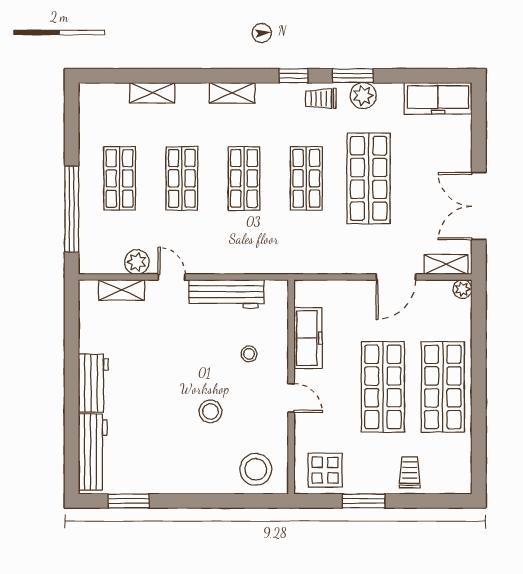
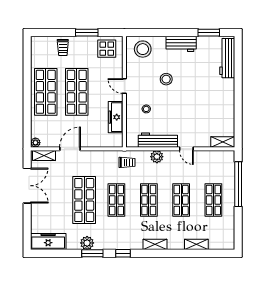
trolley: (321, 98) -> (127, 162), moved
plant: (137, 262) -> (157, 157), moved
shelving: (122, 290) -> (223, 142), moved
workbench: (93, 383) -> (181, 44), moved, turned -90

